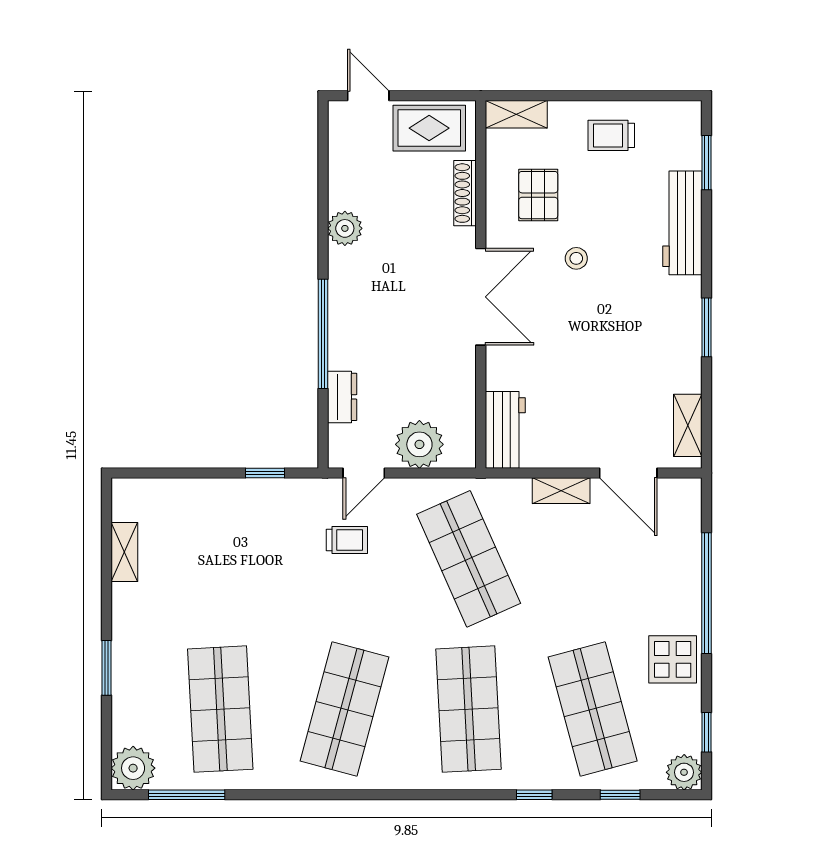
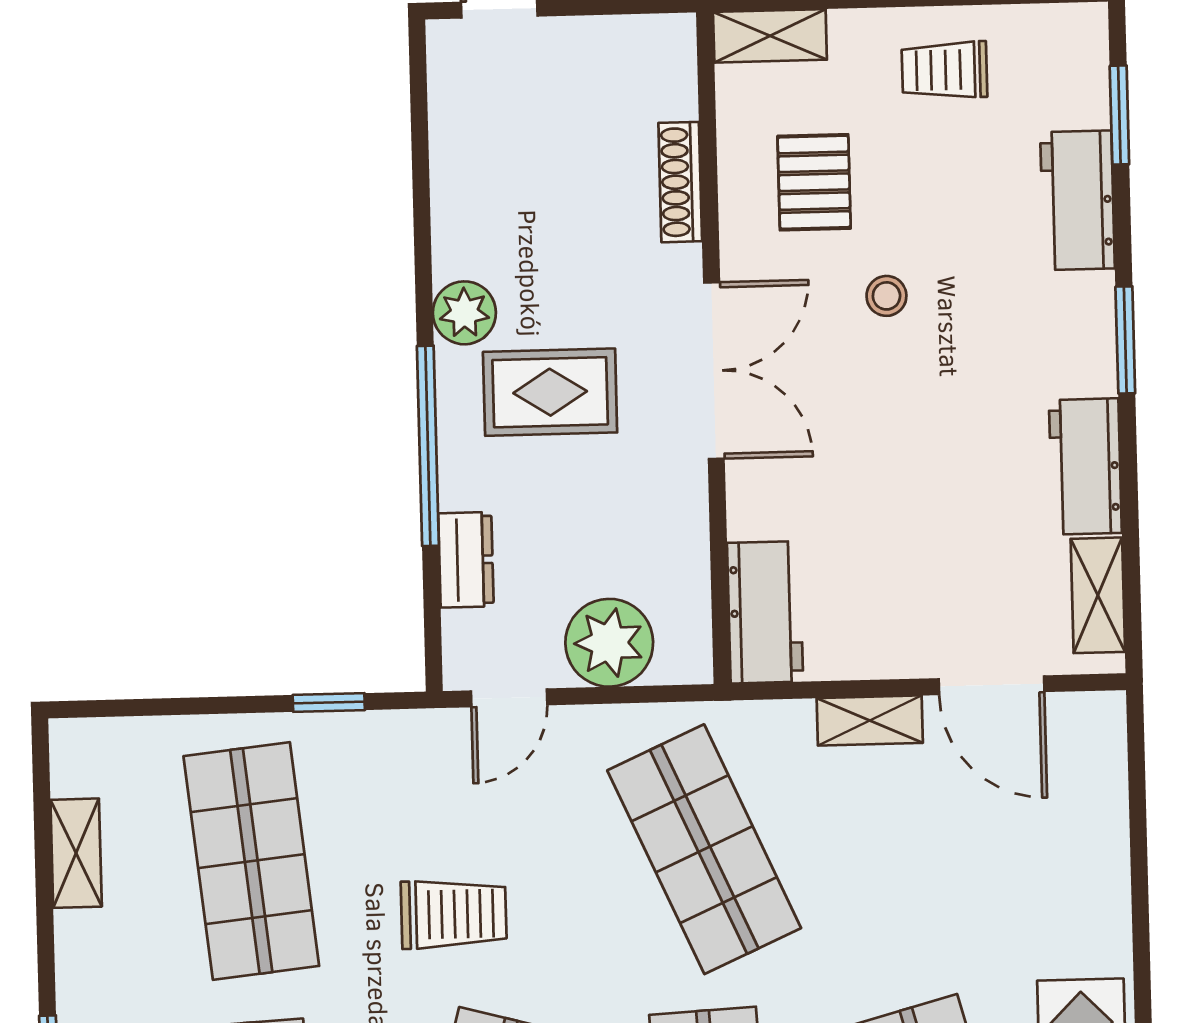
rug: (429, 128) -> (550, 392), moved
workbench: (682, 223) -> (1078, 200), width x0.73
plant: (345, 228) -> (464, 313), moved
window: (706, 327) -> (1125, 340), moved
workbench: (683, 355) -> (1085, 466), added
trolley: (347, 540) -> (454, 914), moved, width x1.36, depth x1.39
shop shelf: (220, 559) -> (251, 861), added
window: (706, 593) -> (1140, 900), removed

